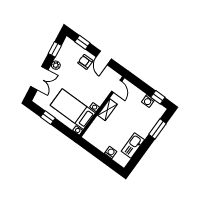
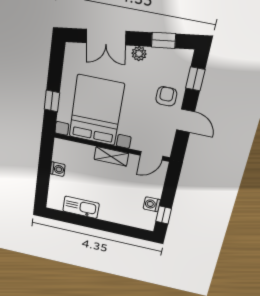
door: (104, 58) -> (186, 121), swing flipped
bed with nightstands: (73, 109) -> (96, 110), width x1.36
window: (48, 118) -> (52, 101), moved
window: (158, 129) -> (120, 229), removed
washing machine: (111, 152) -> (58, 169), moved

